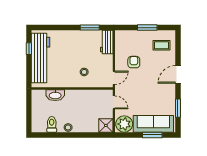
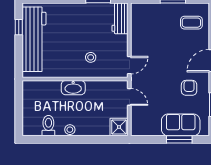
armchair: (134, 62) -> (189, 88), moved
washbasin: (55, 95) -> (73, 88), moved
plant: (124, 124) -> (143, 125), removed
sofa: (153, 124) -> (181, 125), width x0.73

